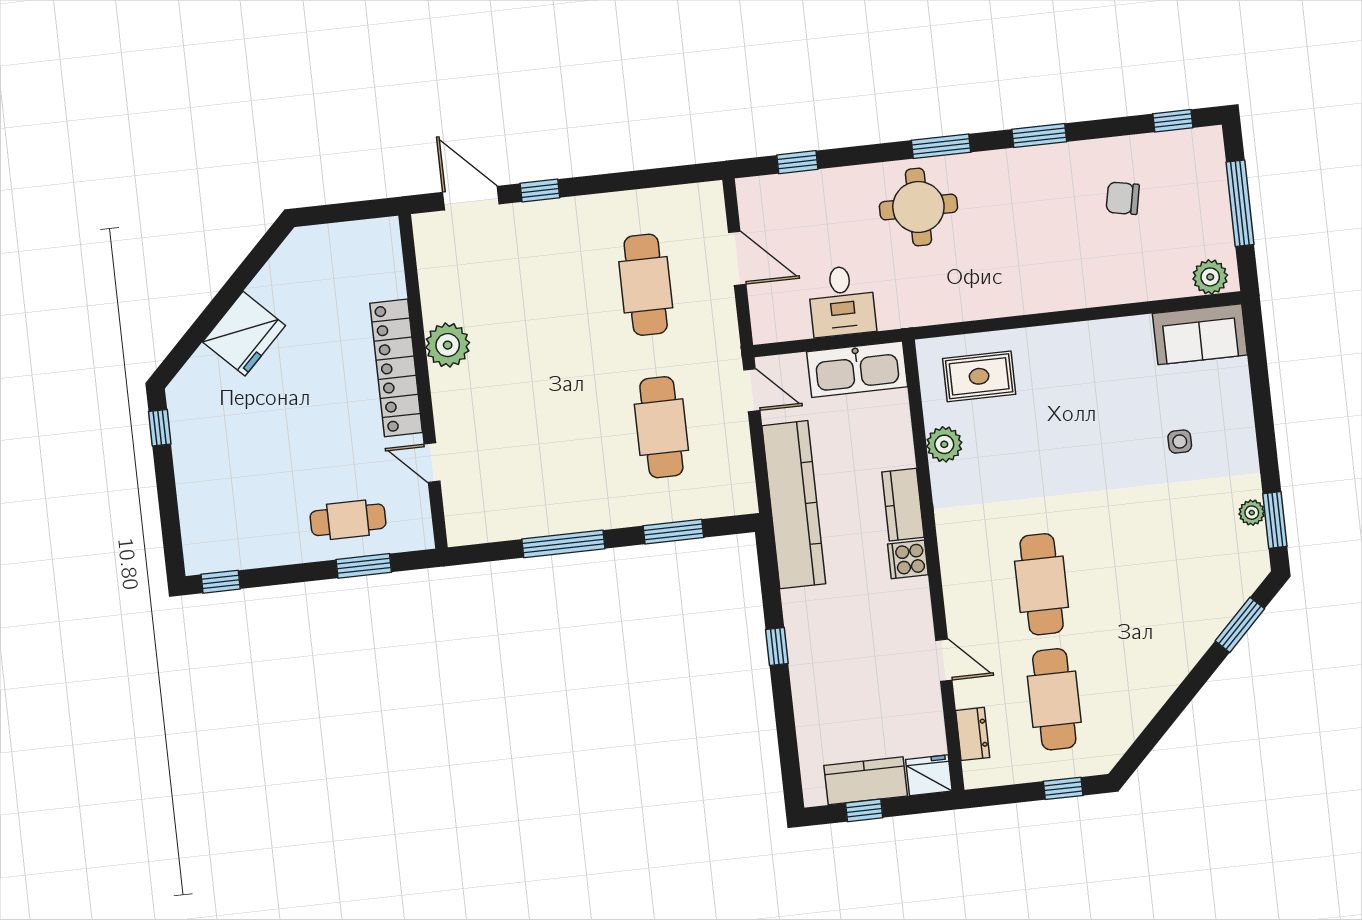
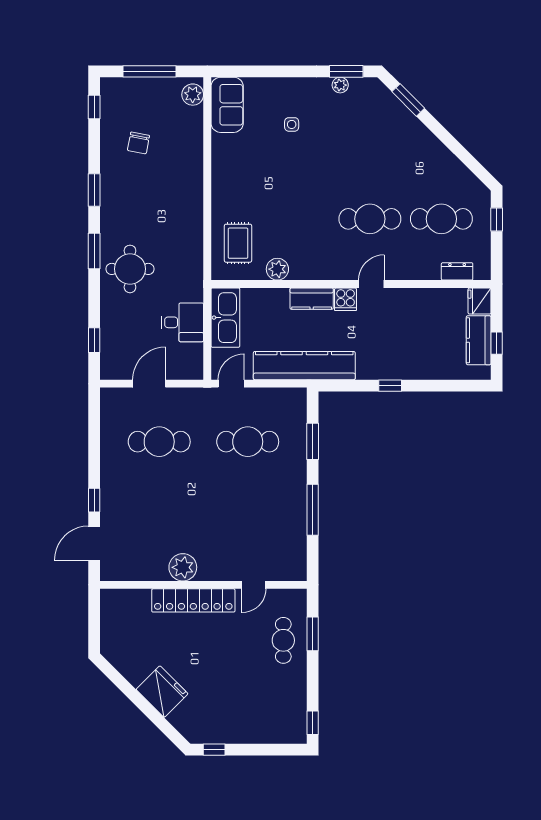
door: (944, 660) -> (371, 284), moved

